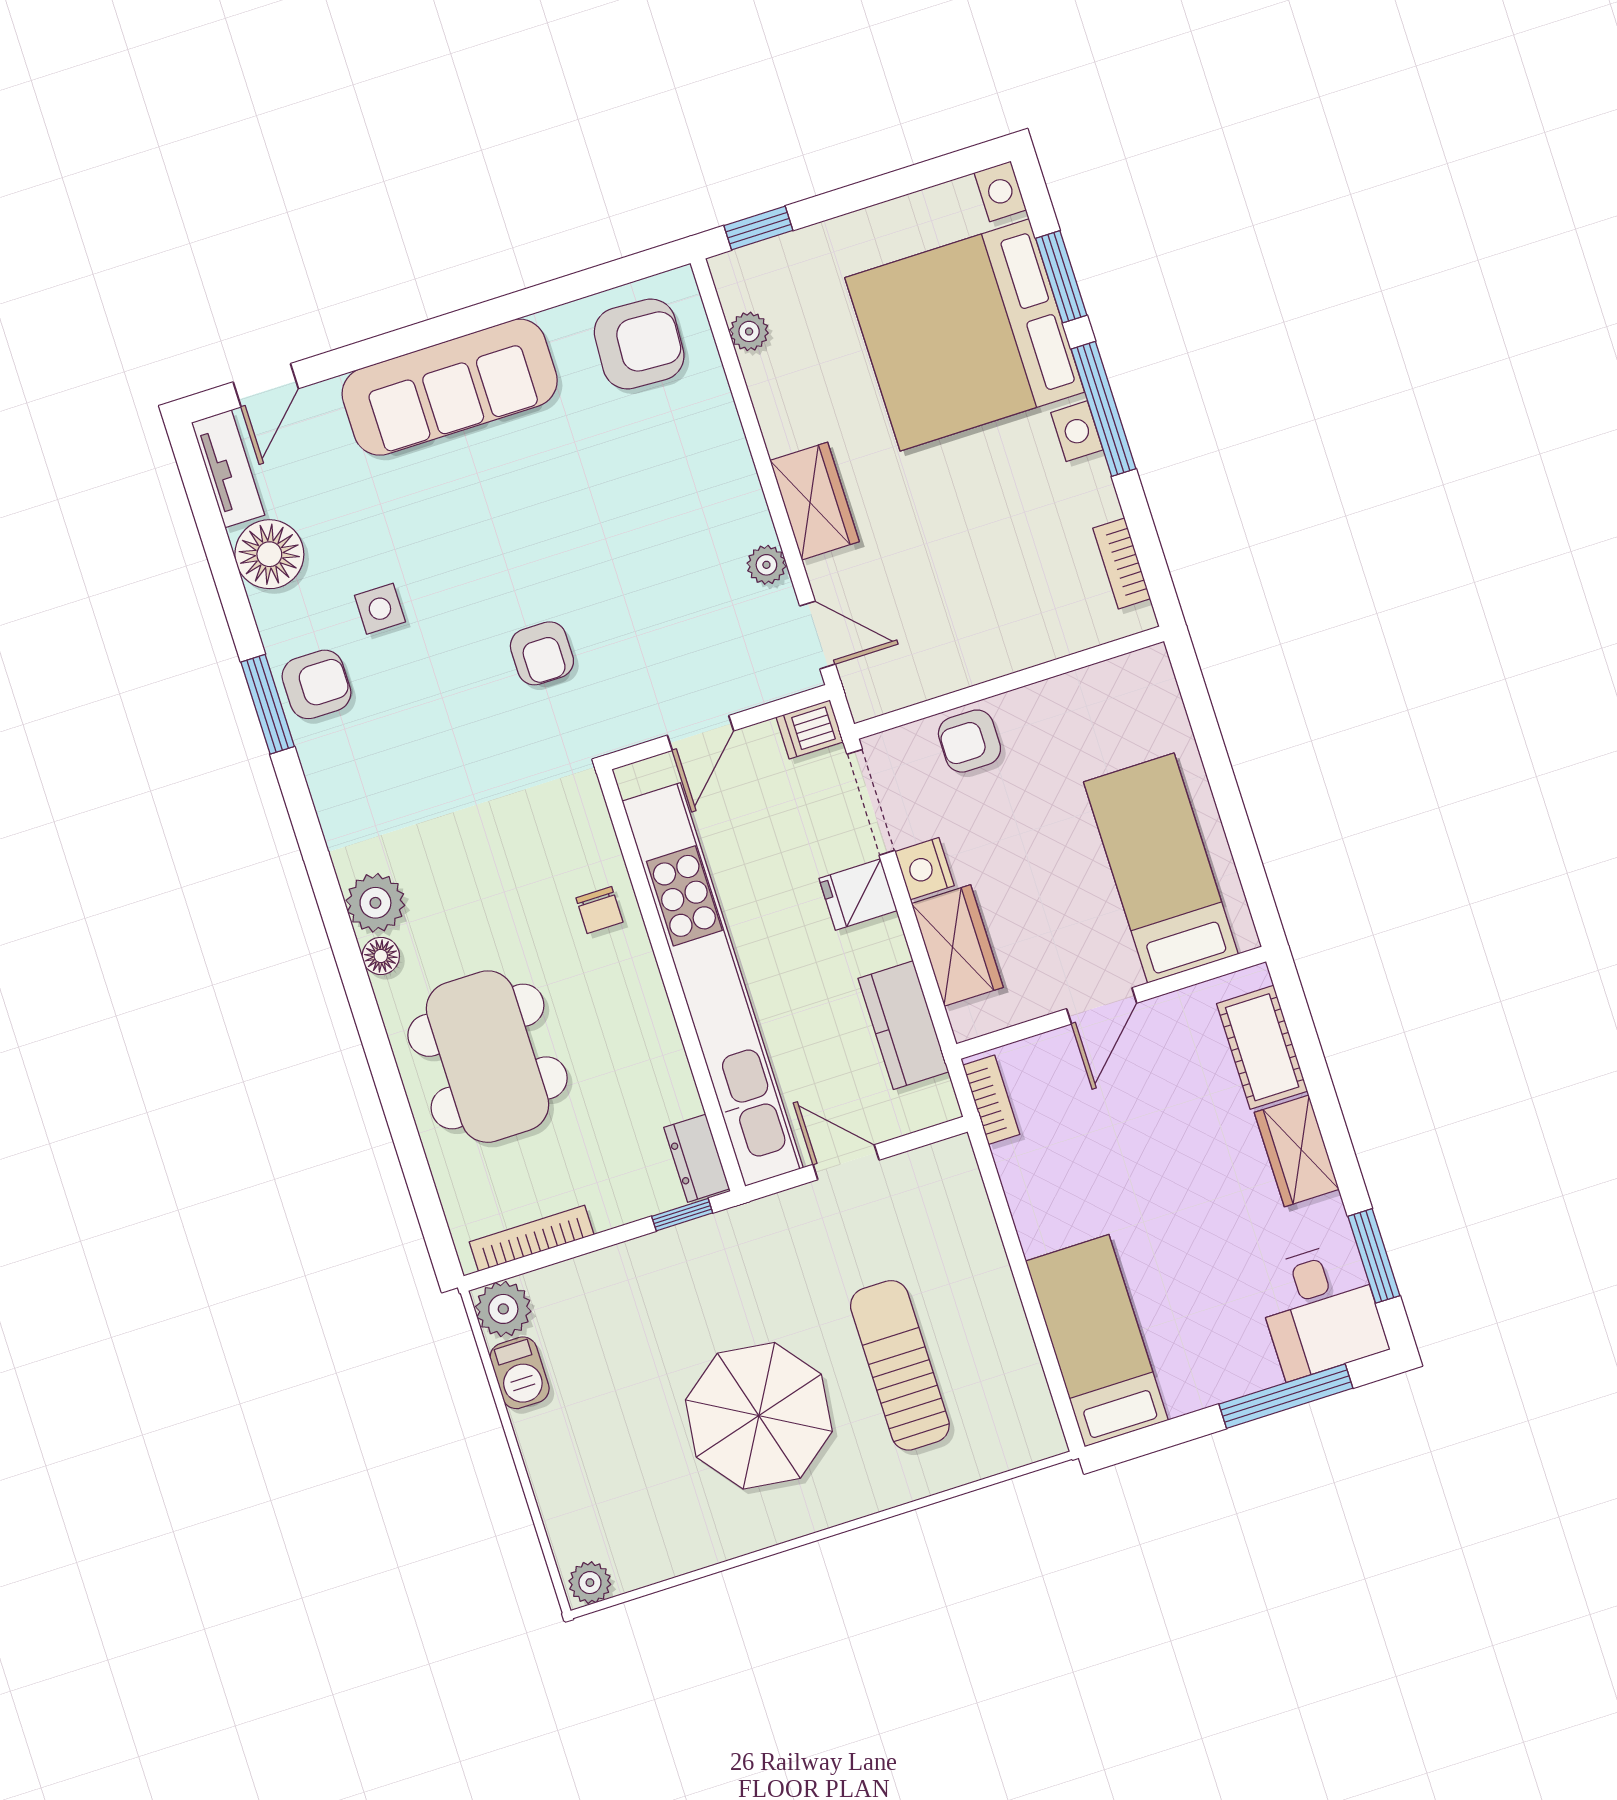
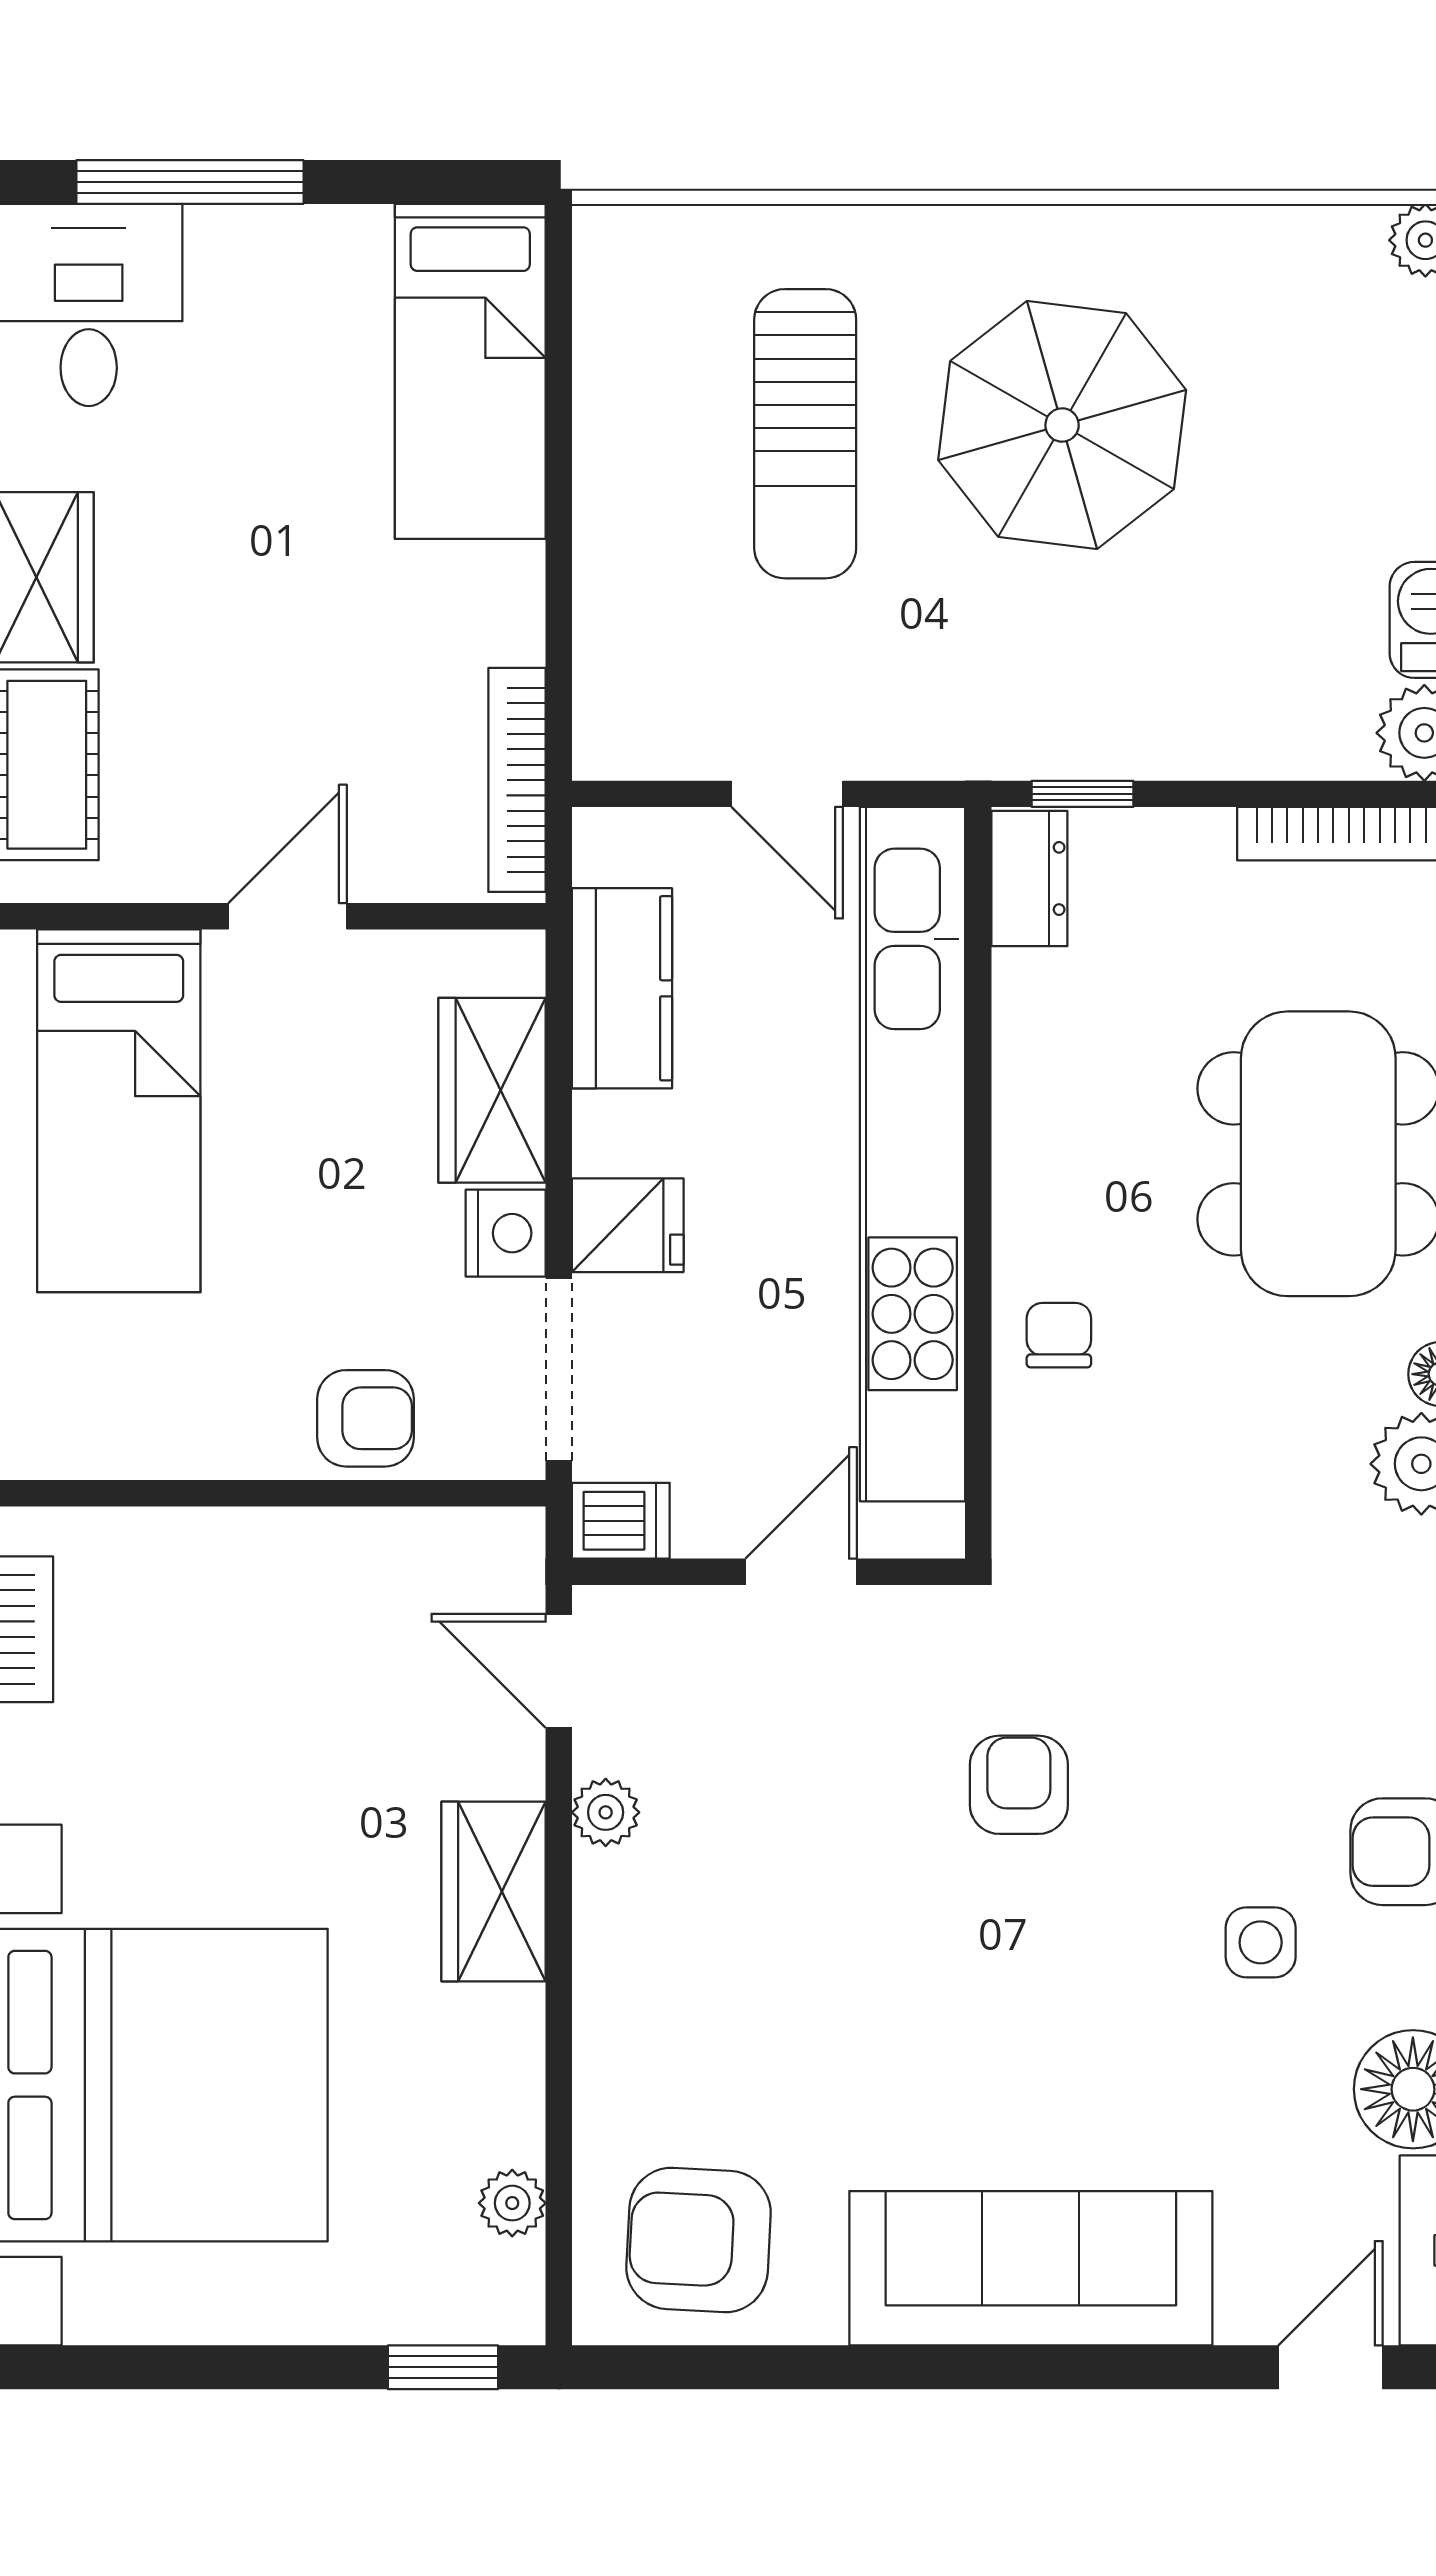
bookcase: (991, 1100) -> (517, 780), width x1.56

